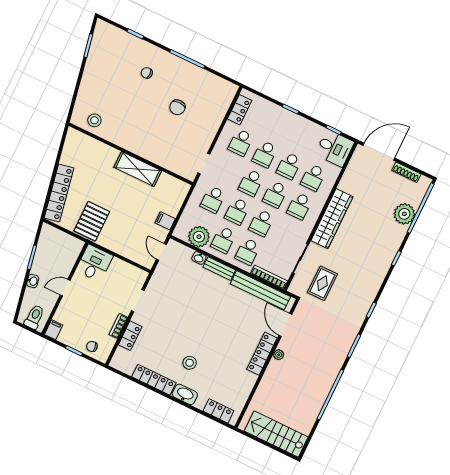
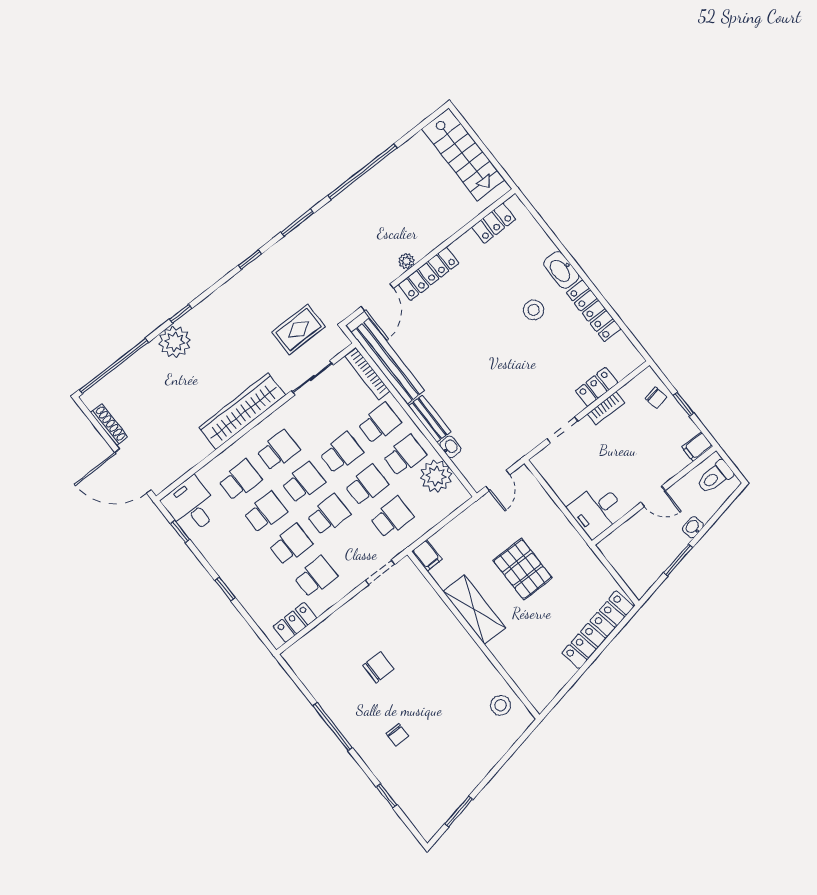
plant: (404, 214) -> (175, 342), moved
pallet: (92, 221) -> (523, 569), moved, turned 90
filing cabinet: (165, 221) -> (427, 555), moved
locker: (218, 411) -> (494, 223), moved, turned -90

